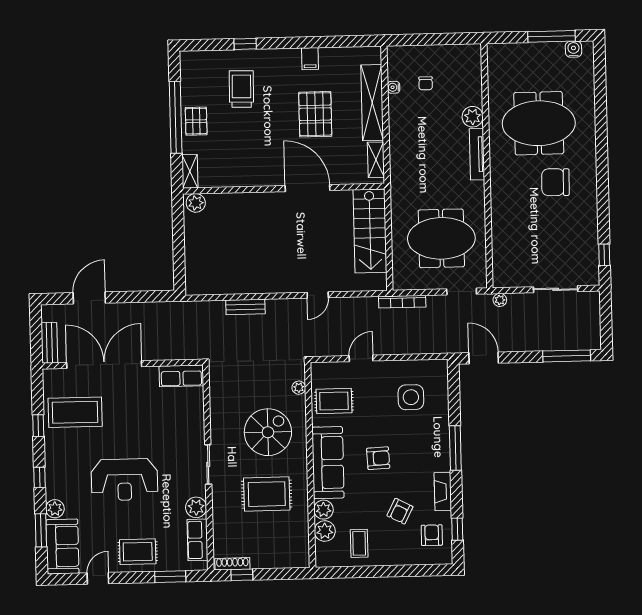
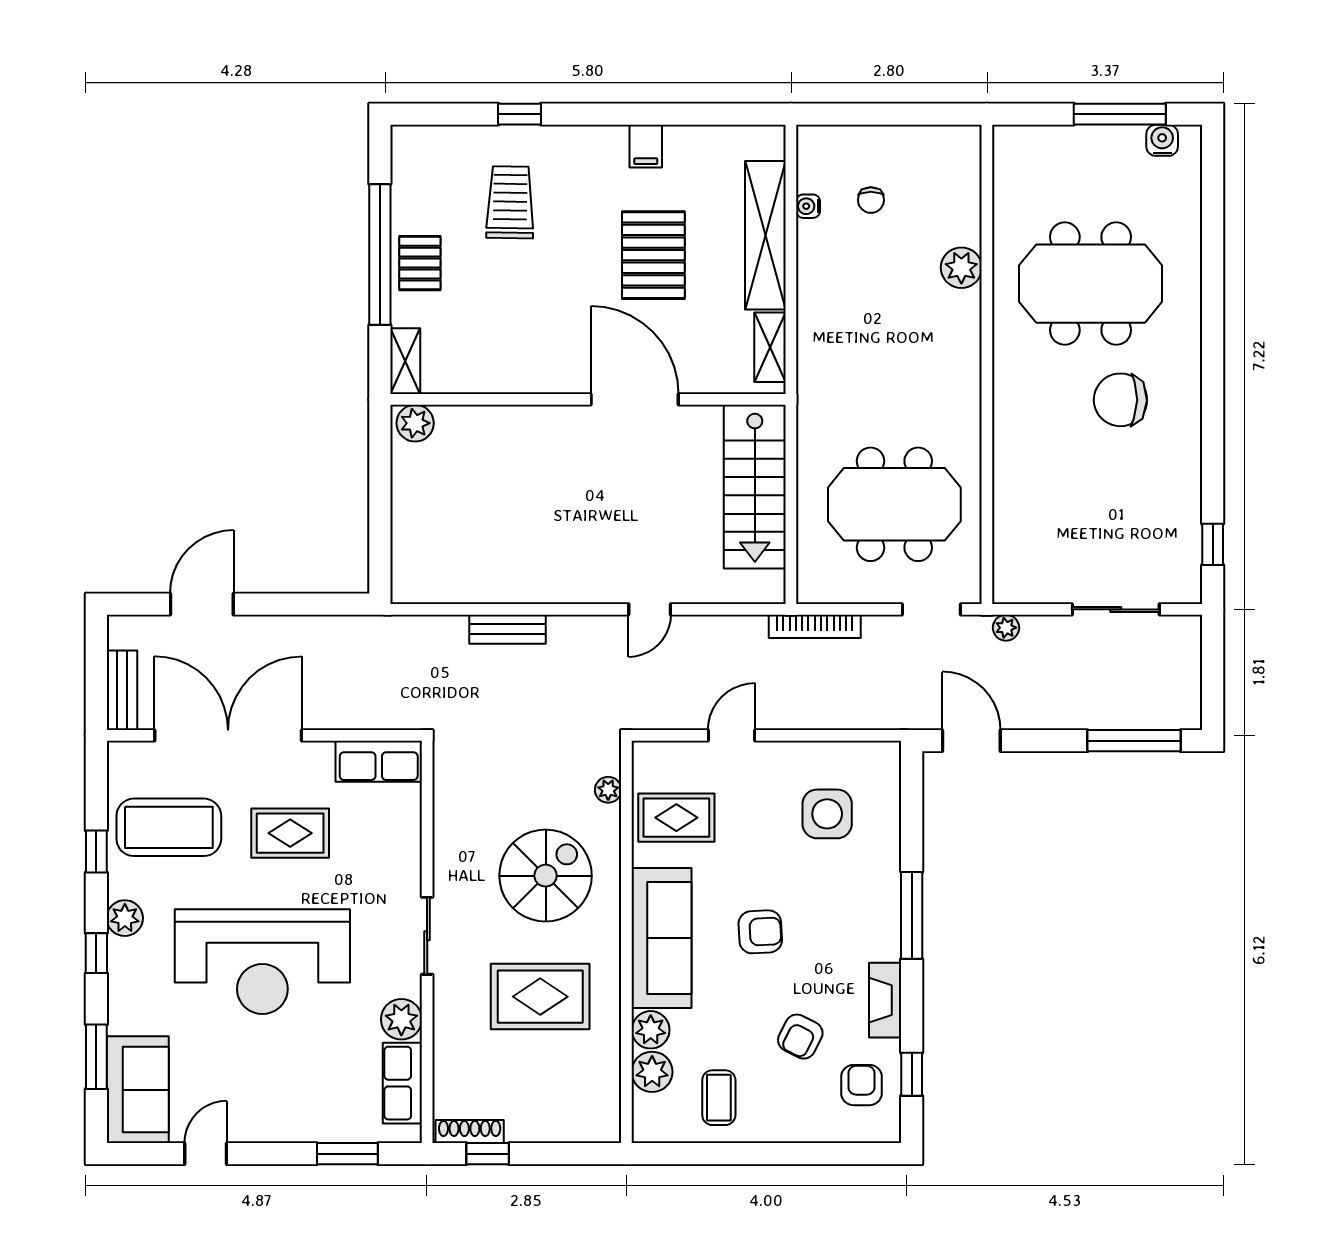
tv unit: (477, 154) -> (968, 341), removed
reception desk: (124, 480) -> (262, 962), width x1.36, depth x1.30
plant: (55, 509) -> (125, 918), moved
rug: (138, 552) -> (290, 833), moved

